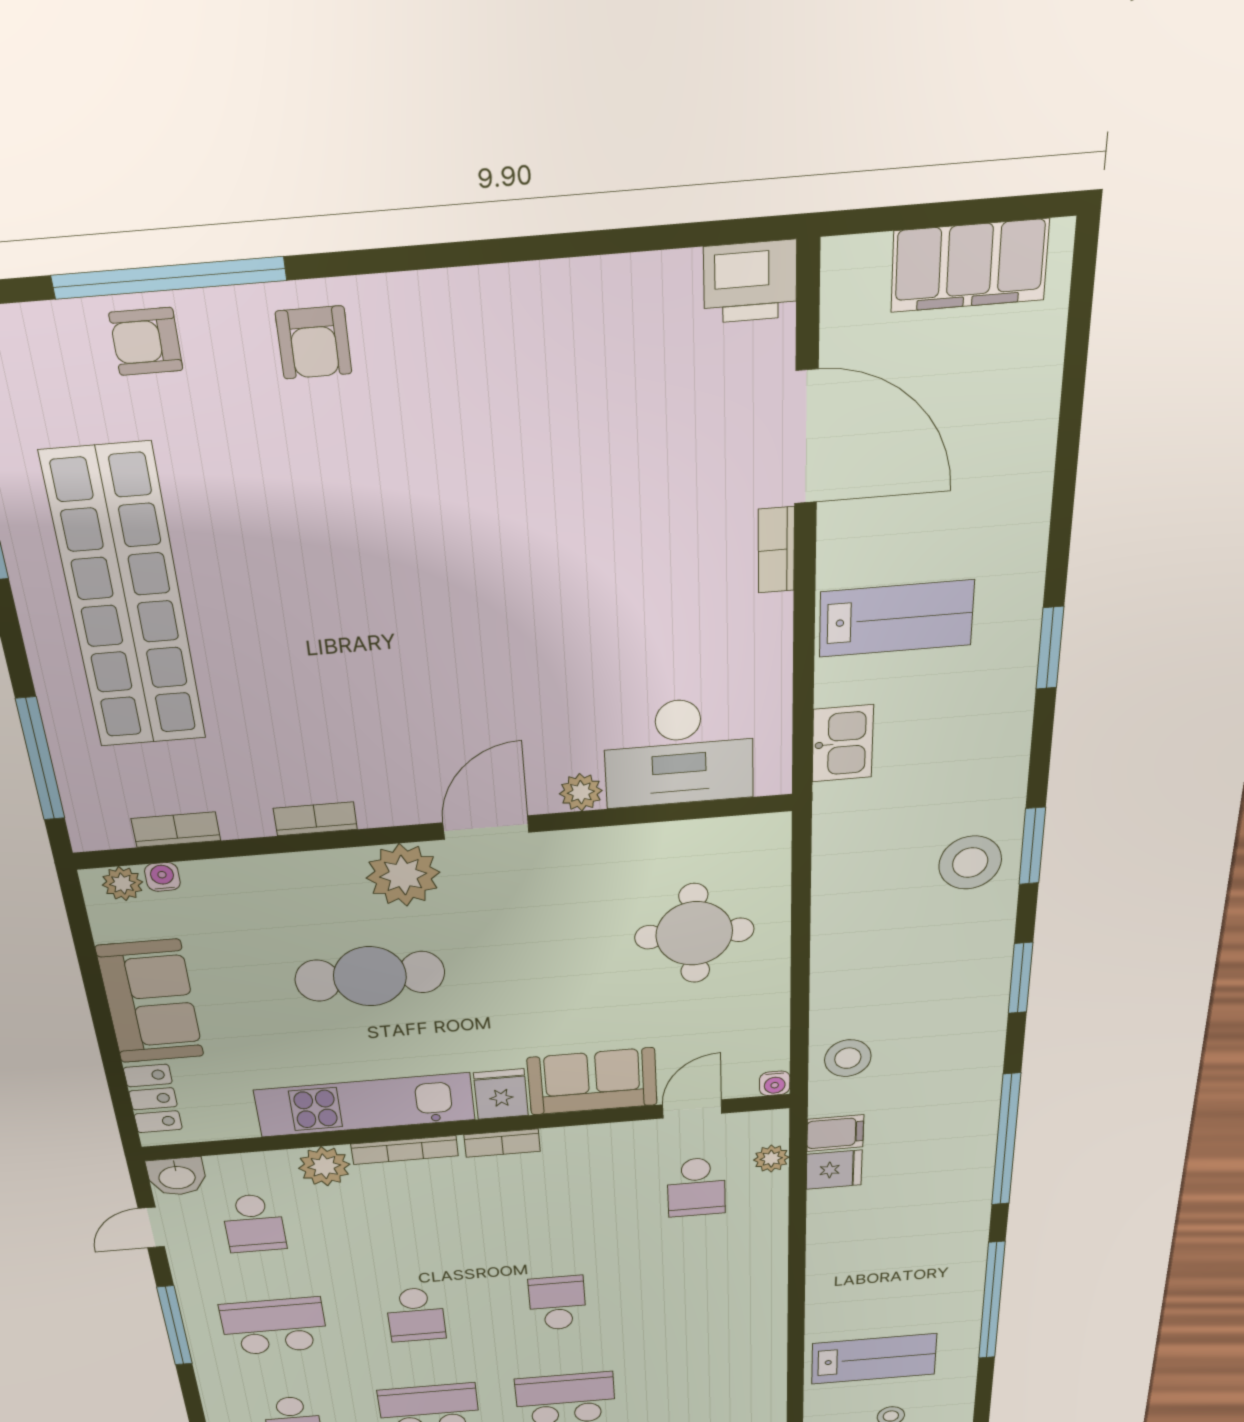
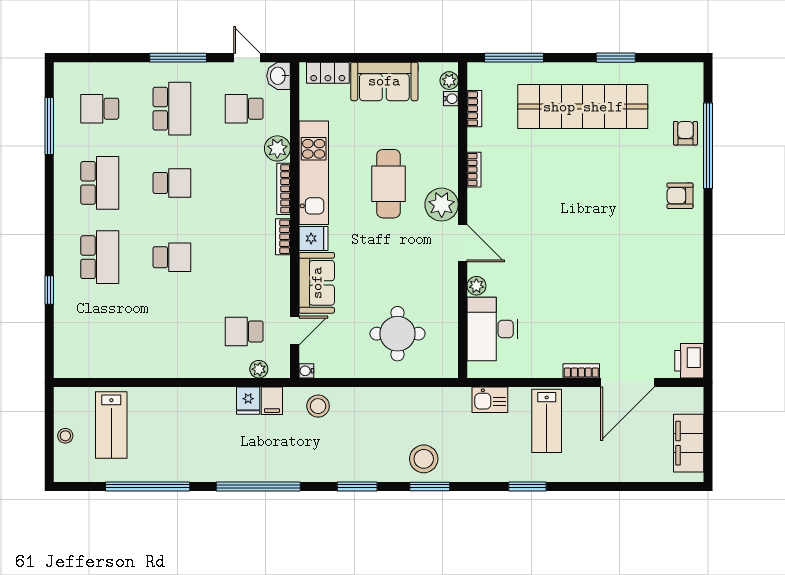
door: (692, 1109) -> (295, 331), hinge flipped
school desk: (416, 1315) -> (172, 183), turned 180

